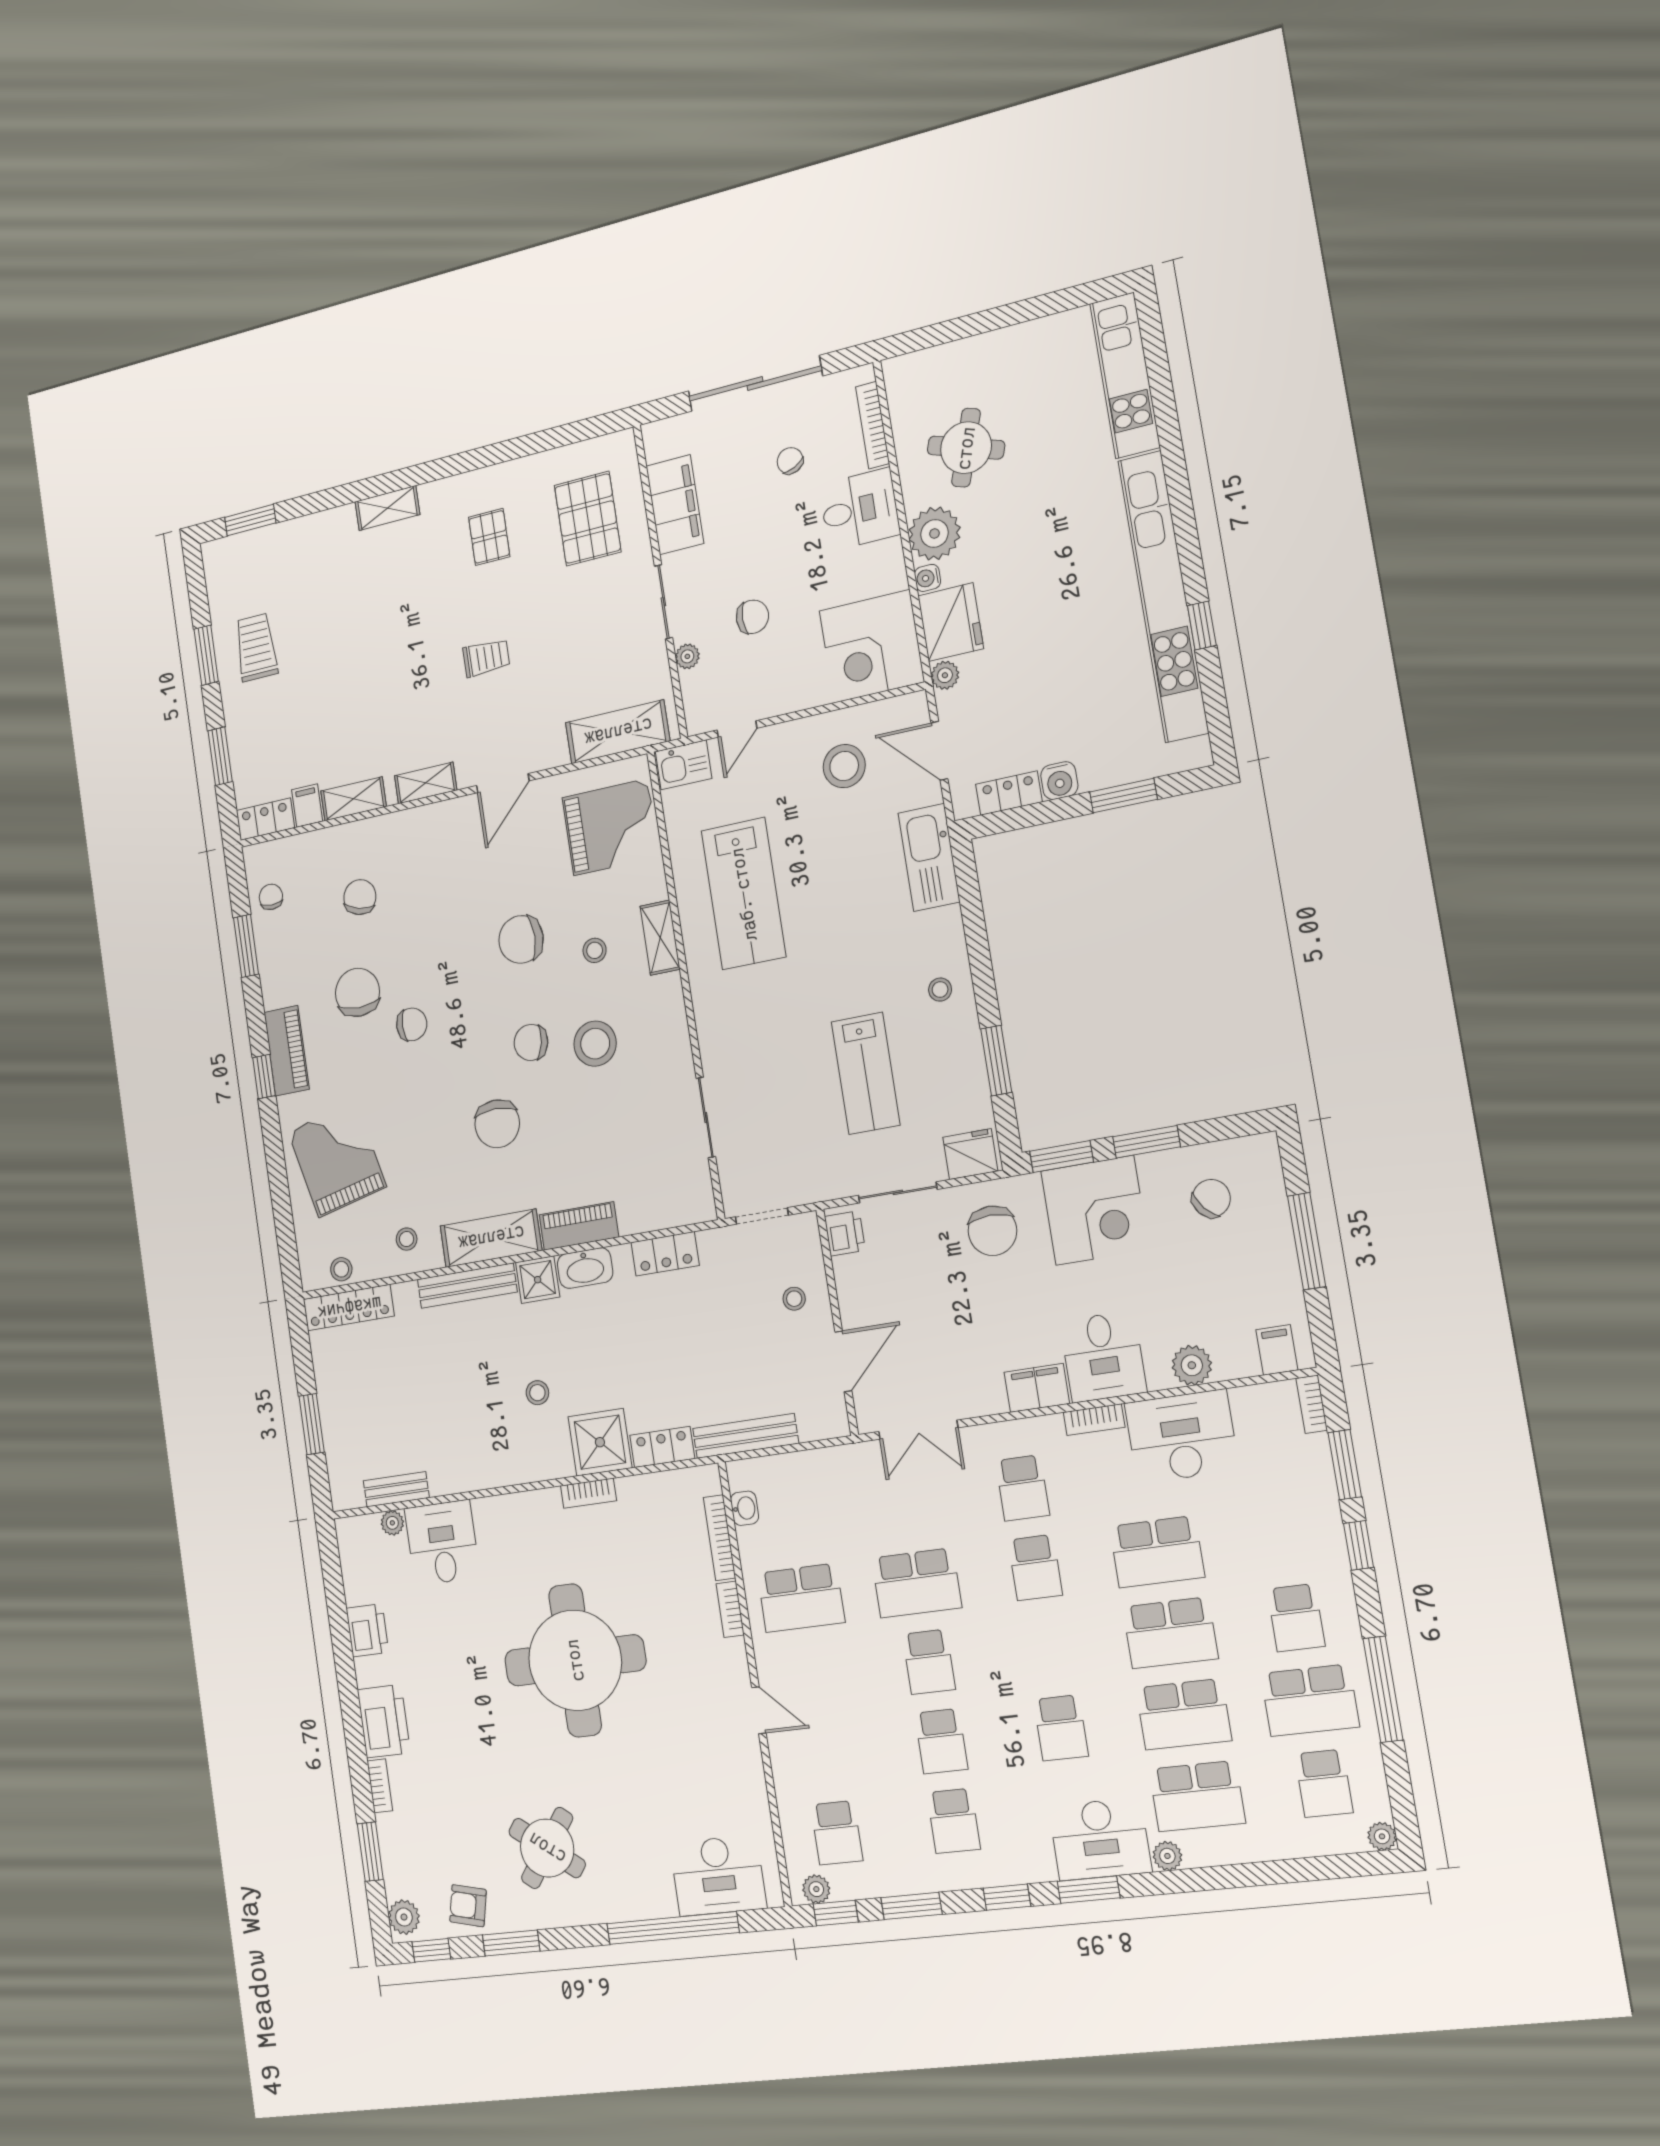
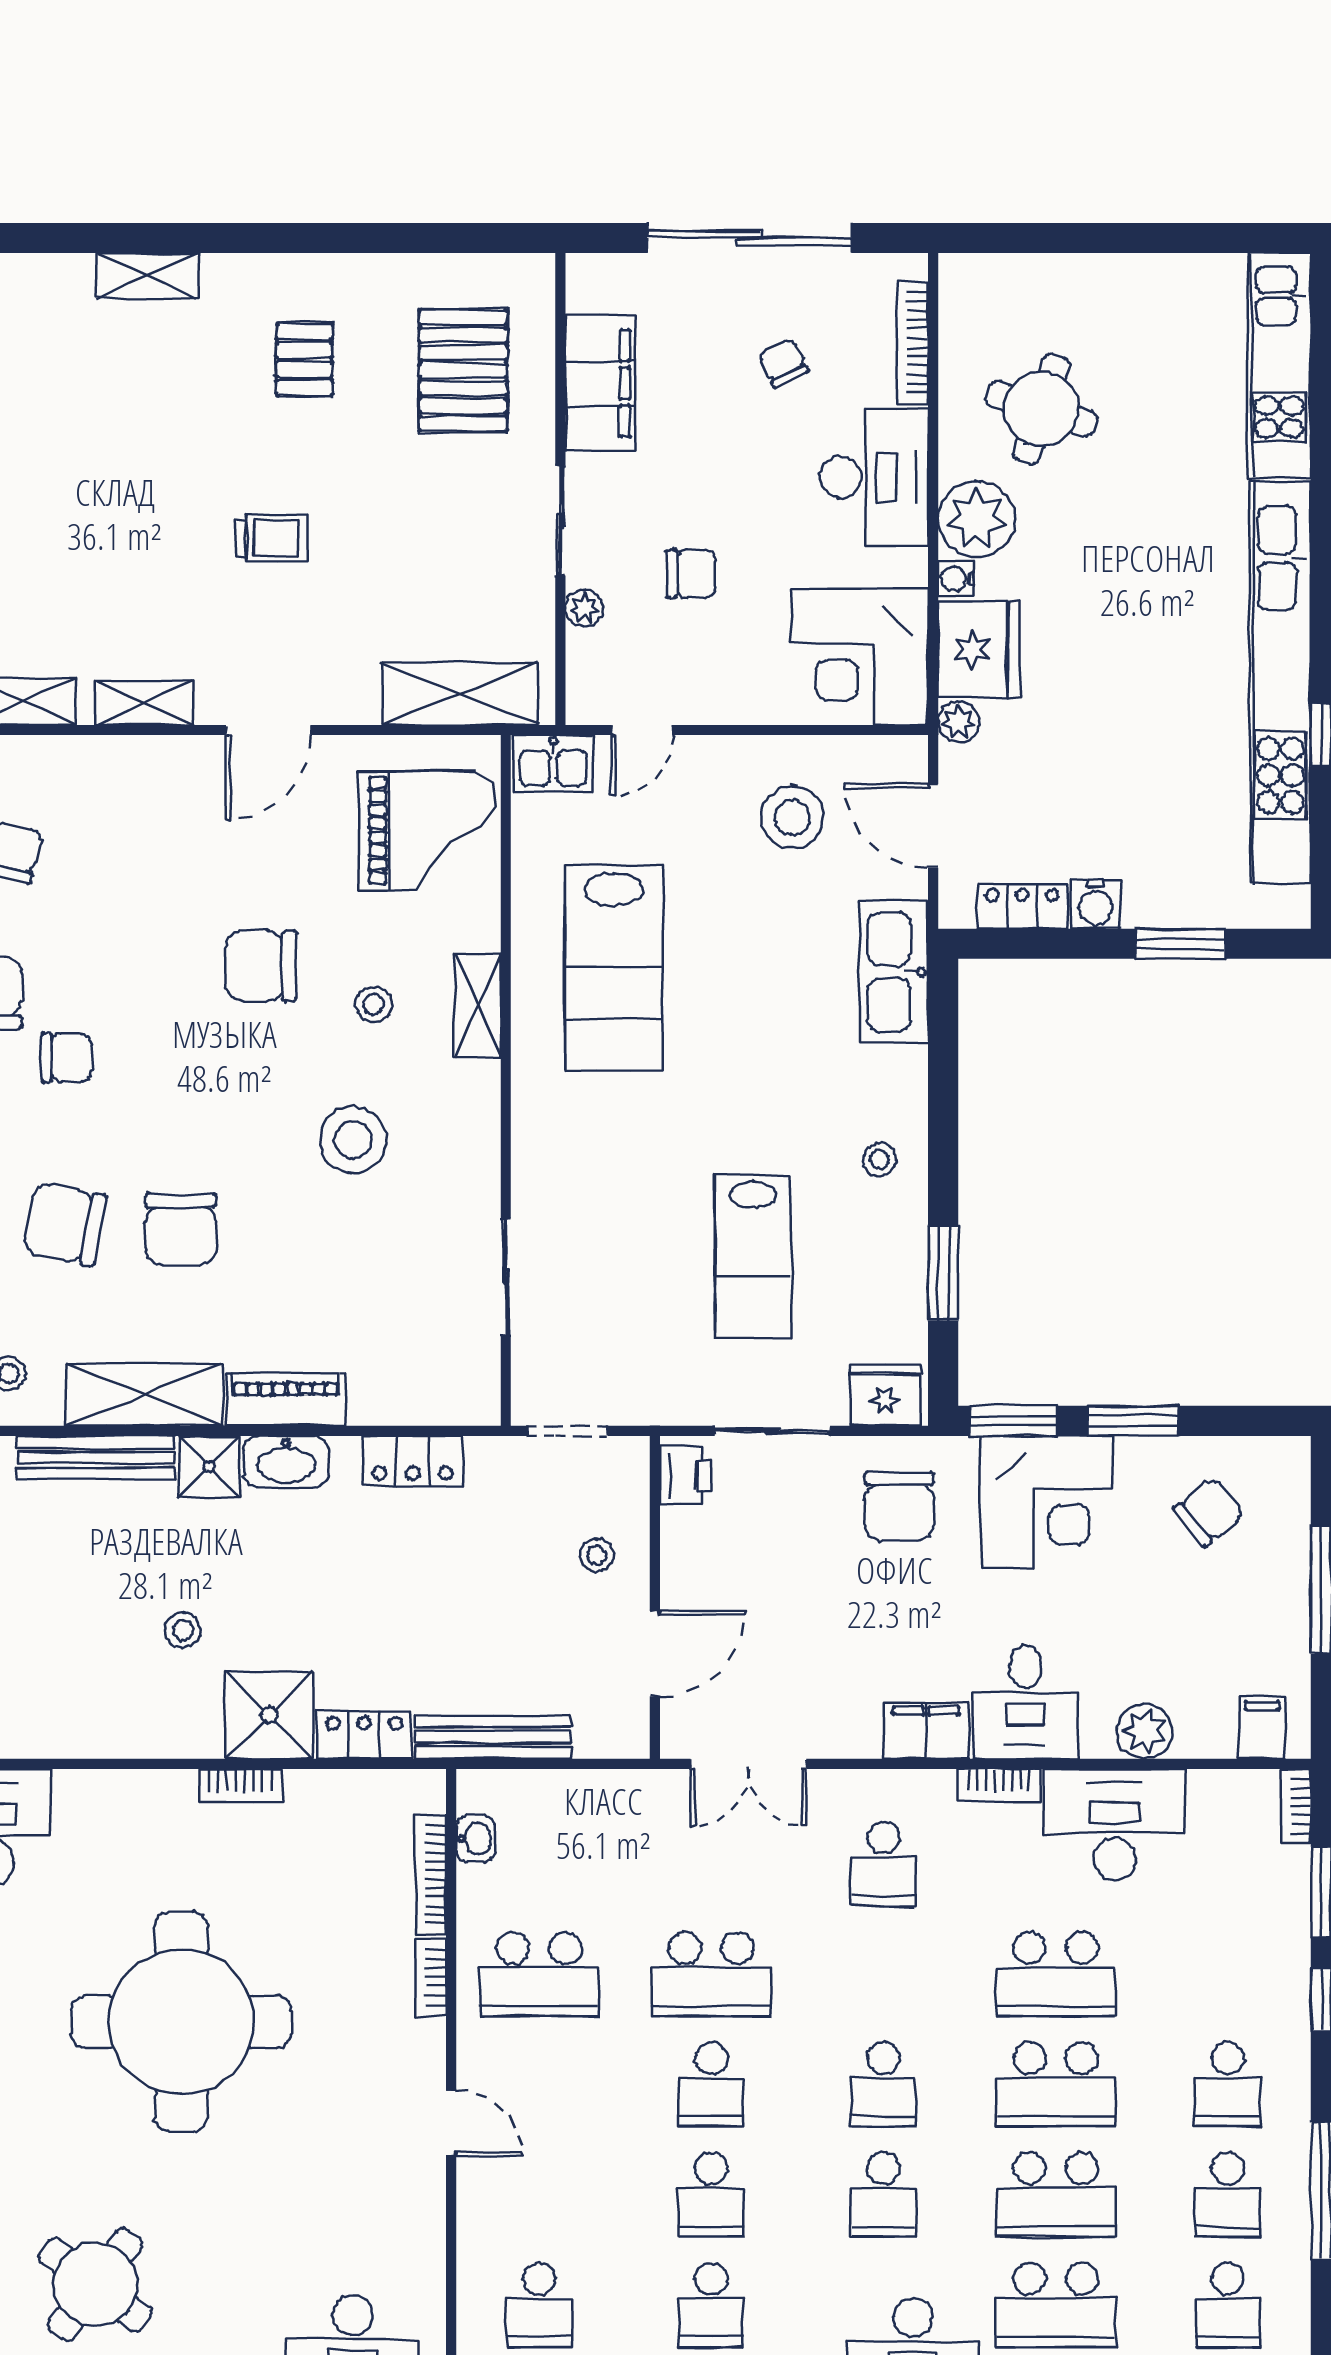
desk: (860, 509) -> (874, 477), width x1.37
chair: (531, 1042) -> (65, 1224), moved, width x1.37, depth x1.37
school desk: (1035, 1568) -> (883, 2084), moved
school desk: (1310, 1700) -> (1228, 2195), width x0.54

